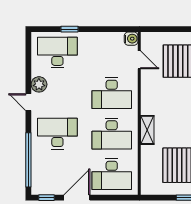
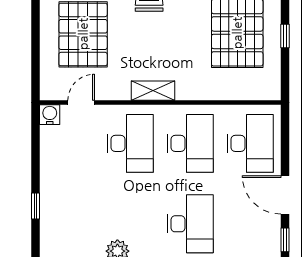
desk: (57, 53) -> (70, 224), removed
shelving: (147, 130) -> (153, 91), moved
desk: (57, 134) -> (190, 224), turned 180

